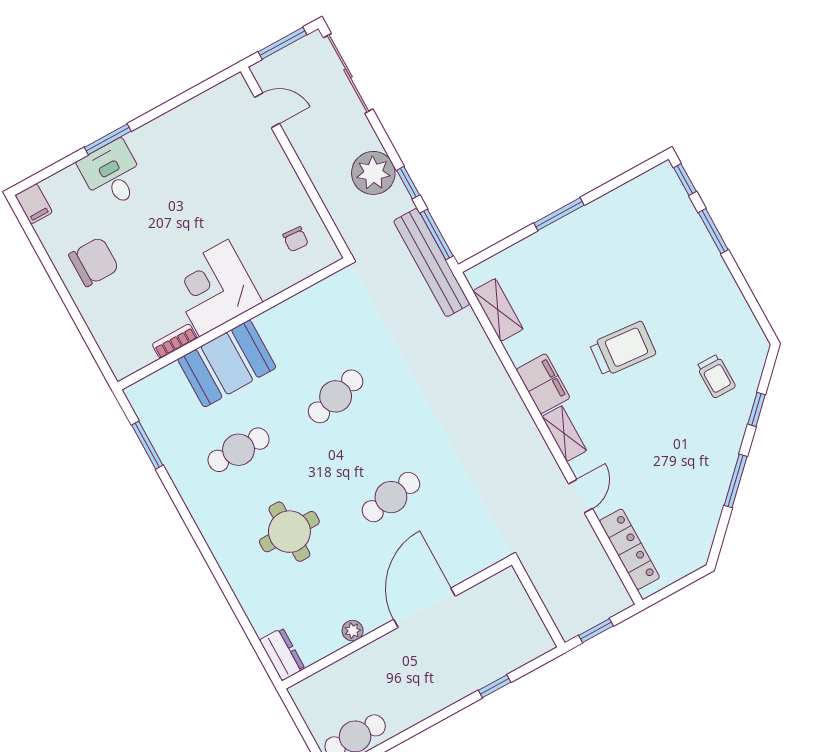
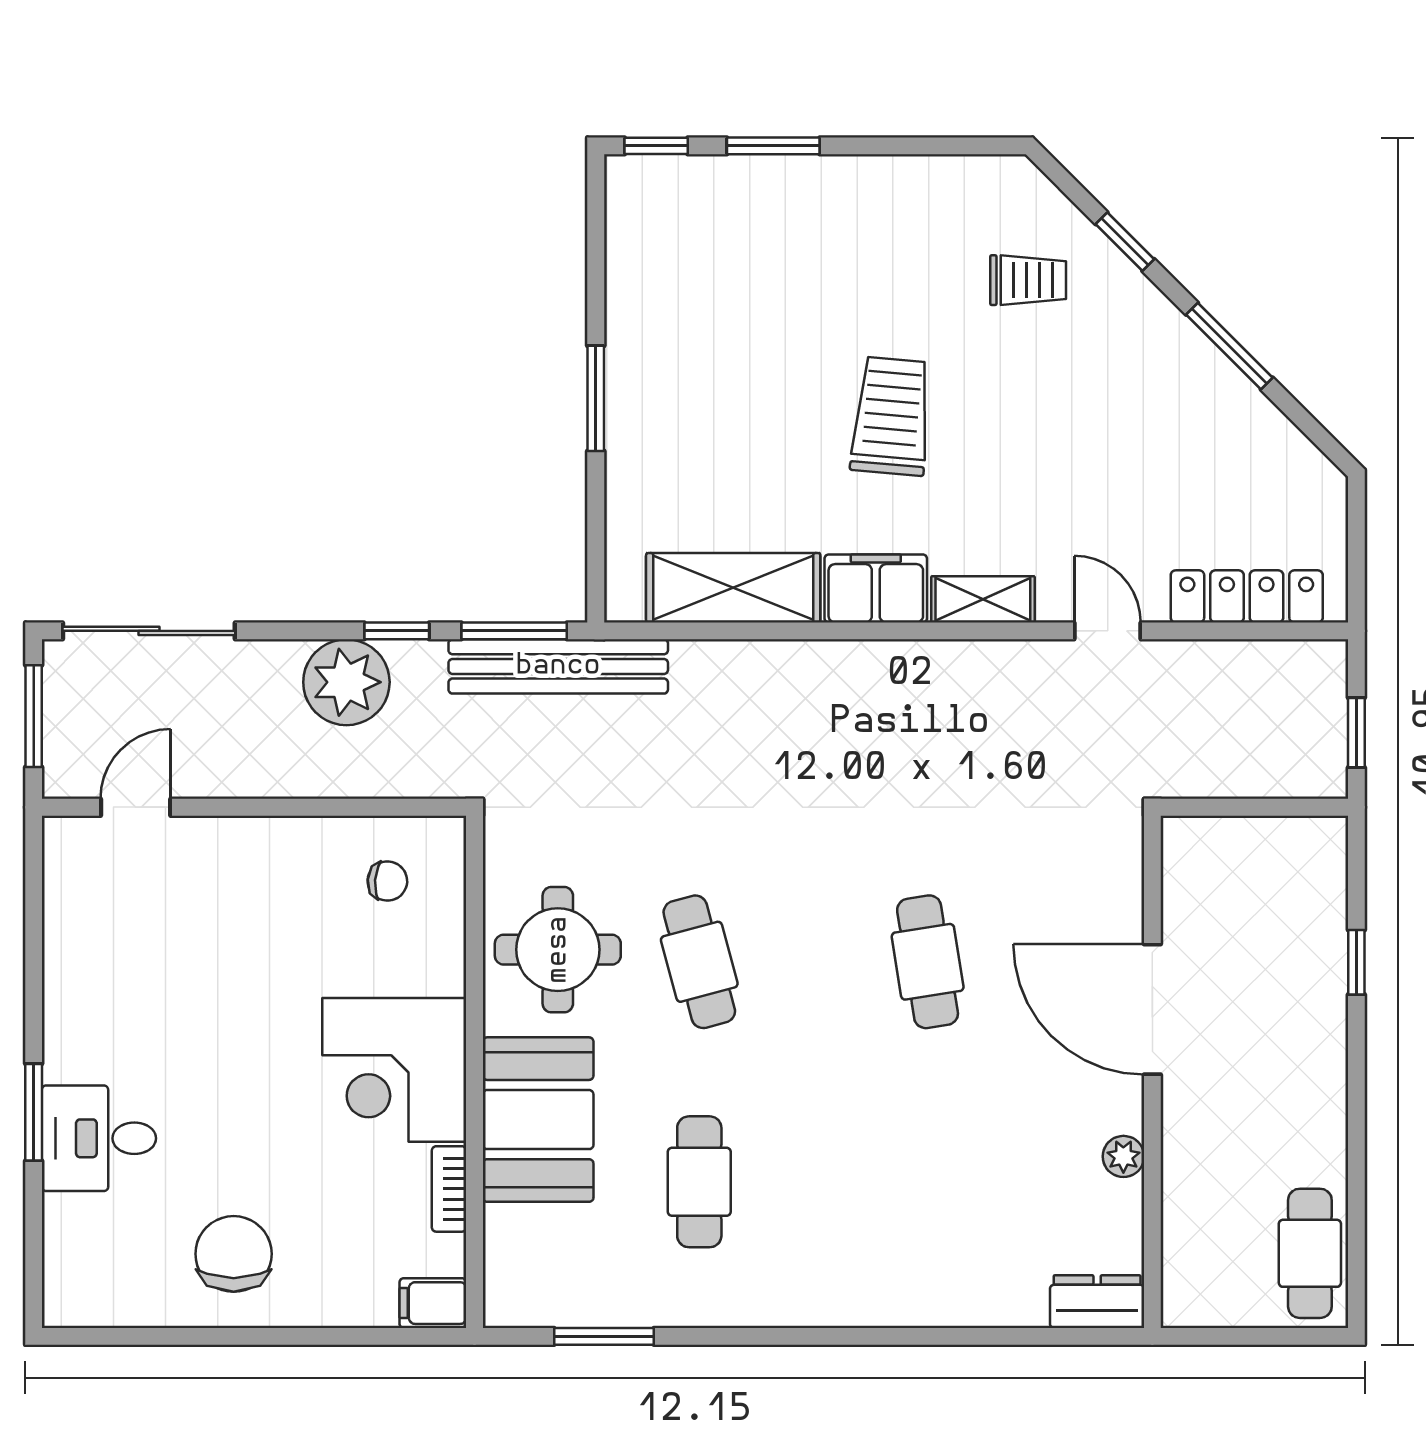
filing cabinet: (34, 204) -> (433, 1303), moved, turned 180
shelving: (498, 310) -> (733, 588), width x1.50, depth x1.33
round table: (289, 532) -> (558, 950), moved

